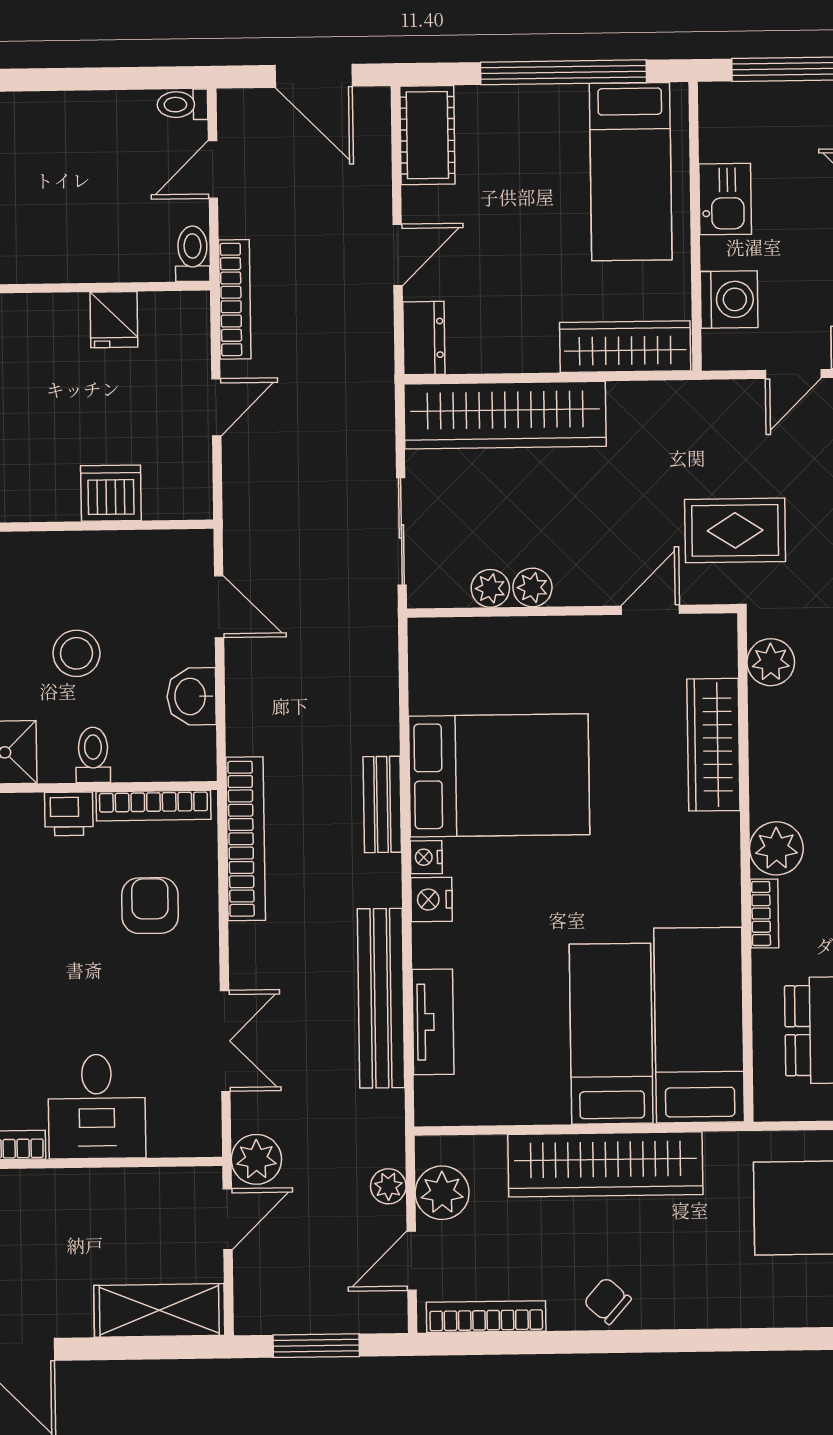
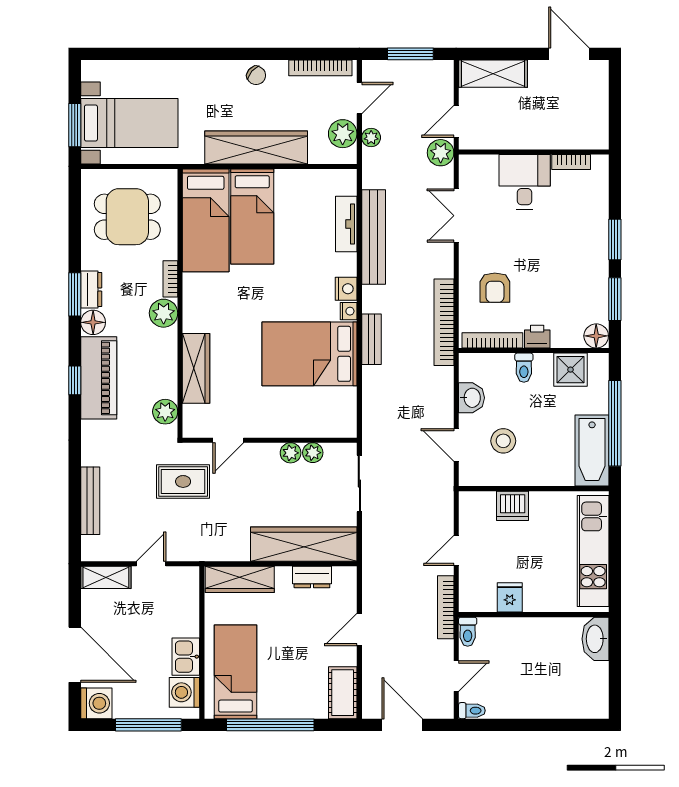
washing machine: (729, 300) -> (184, 692), moved
dresser: (424, 338) -> (312, 577), moved, turned -90
stool: (76, 653) -> (503, 441), moved

